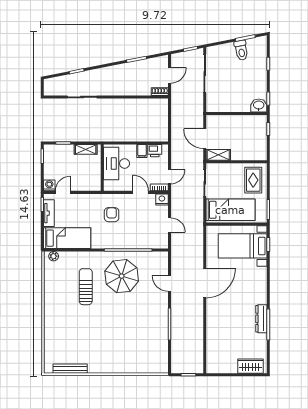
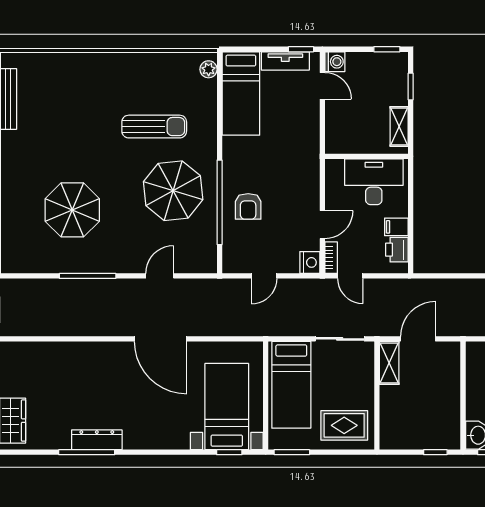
armchair: (112, 215) -> (248, 206), moved, turned 90
parasol: (132, 333) -> (72, 210), added

